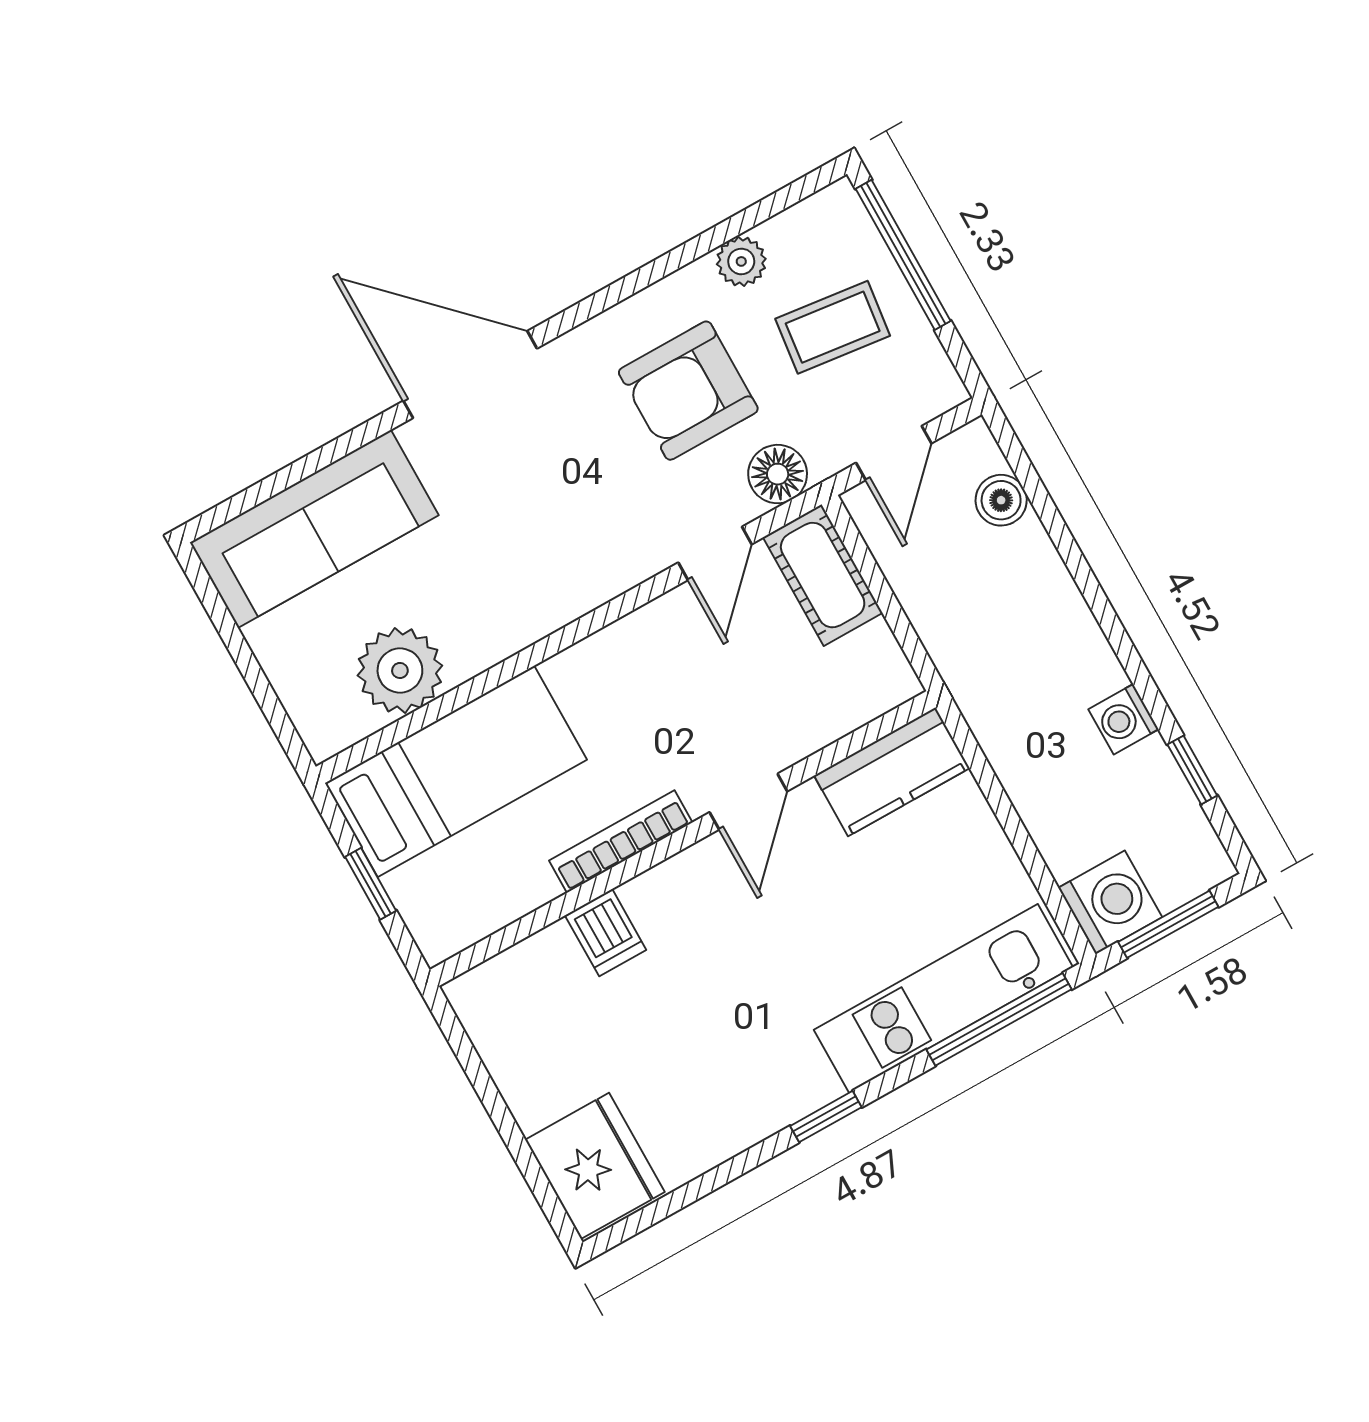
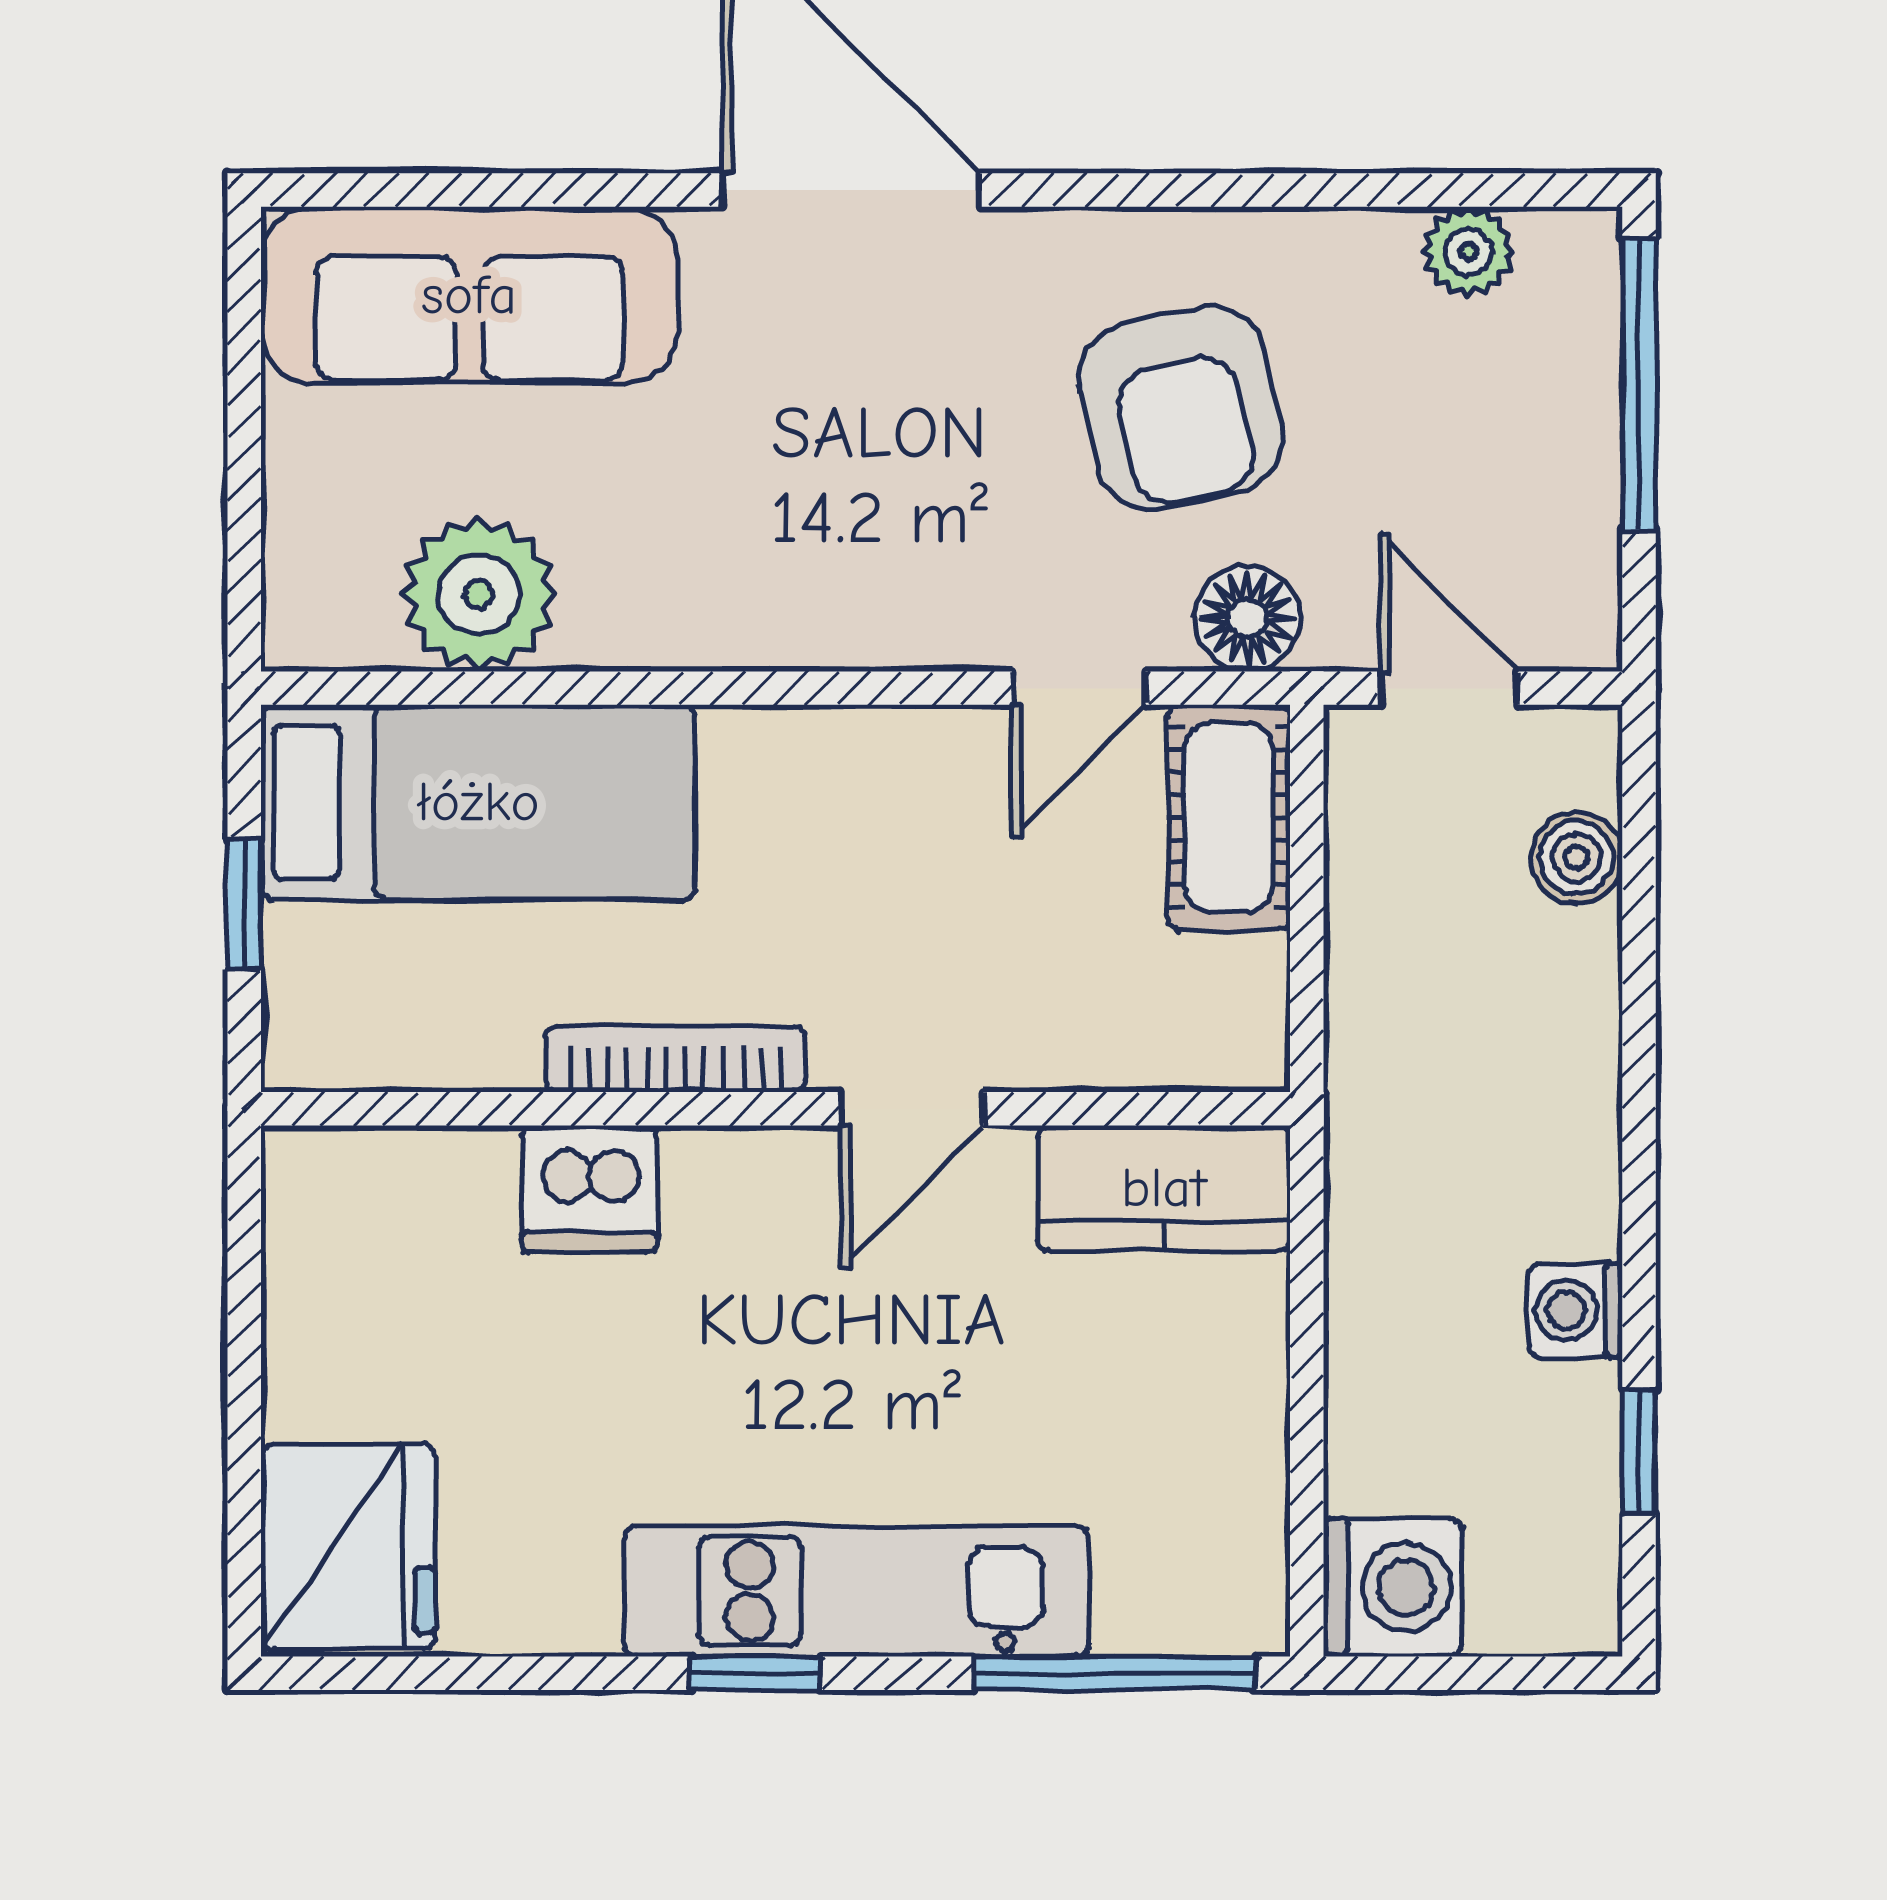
plant: (741, 261) -> (1468, 252), moved
coffee table: (833, 327) -> (1464, 436), removed
armchair: (688, 391) -> (1180, 408), turned -103
door: (894, 453) -> (1449, 688), swing flipped
window: (1168, 924) -> (1465, 1673), removed
dishwasher: (606, 933) -> (590, 1189), width x1.38
kitchen unit: (943, 999) -> (856, 1591), moved

